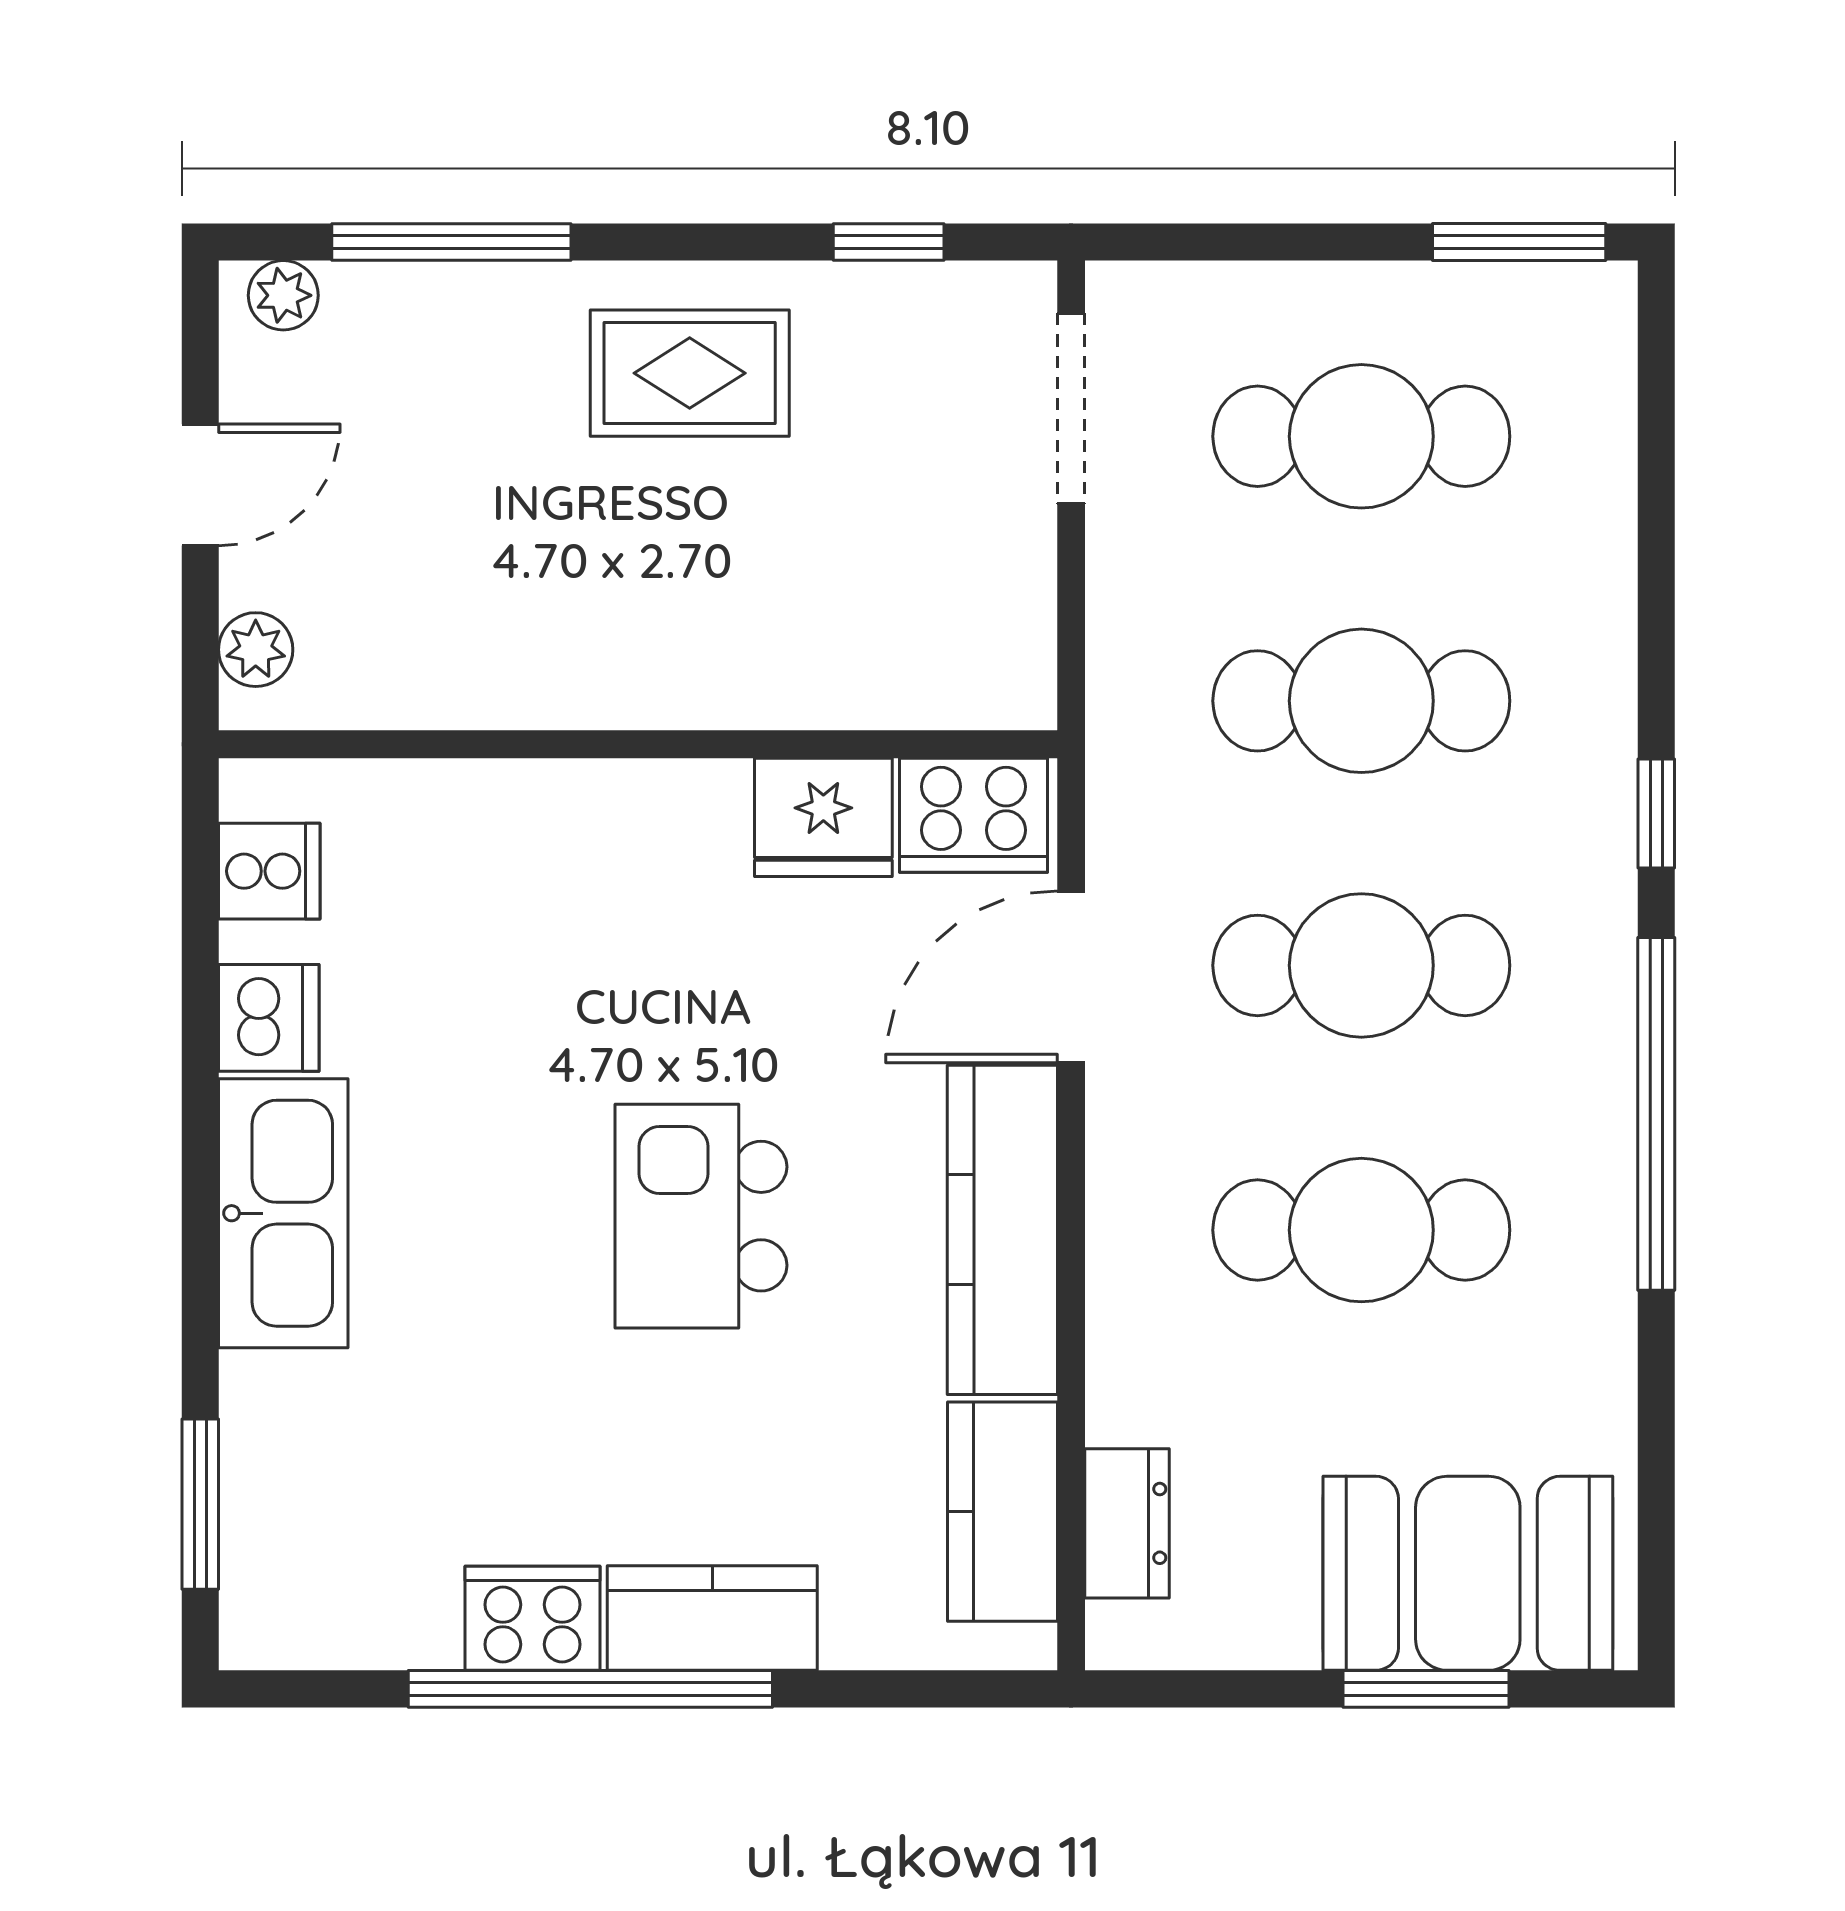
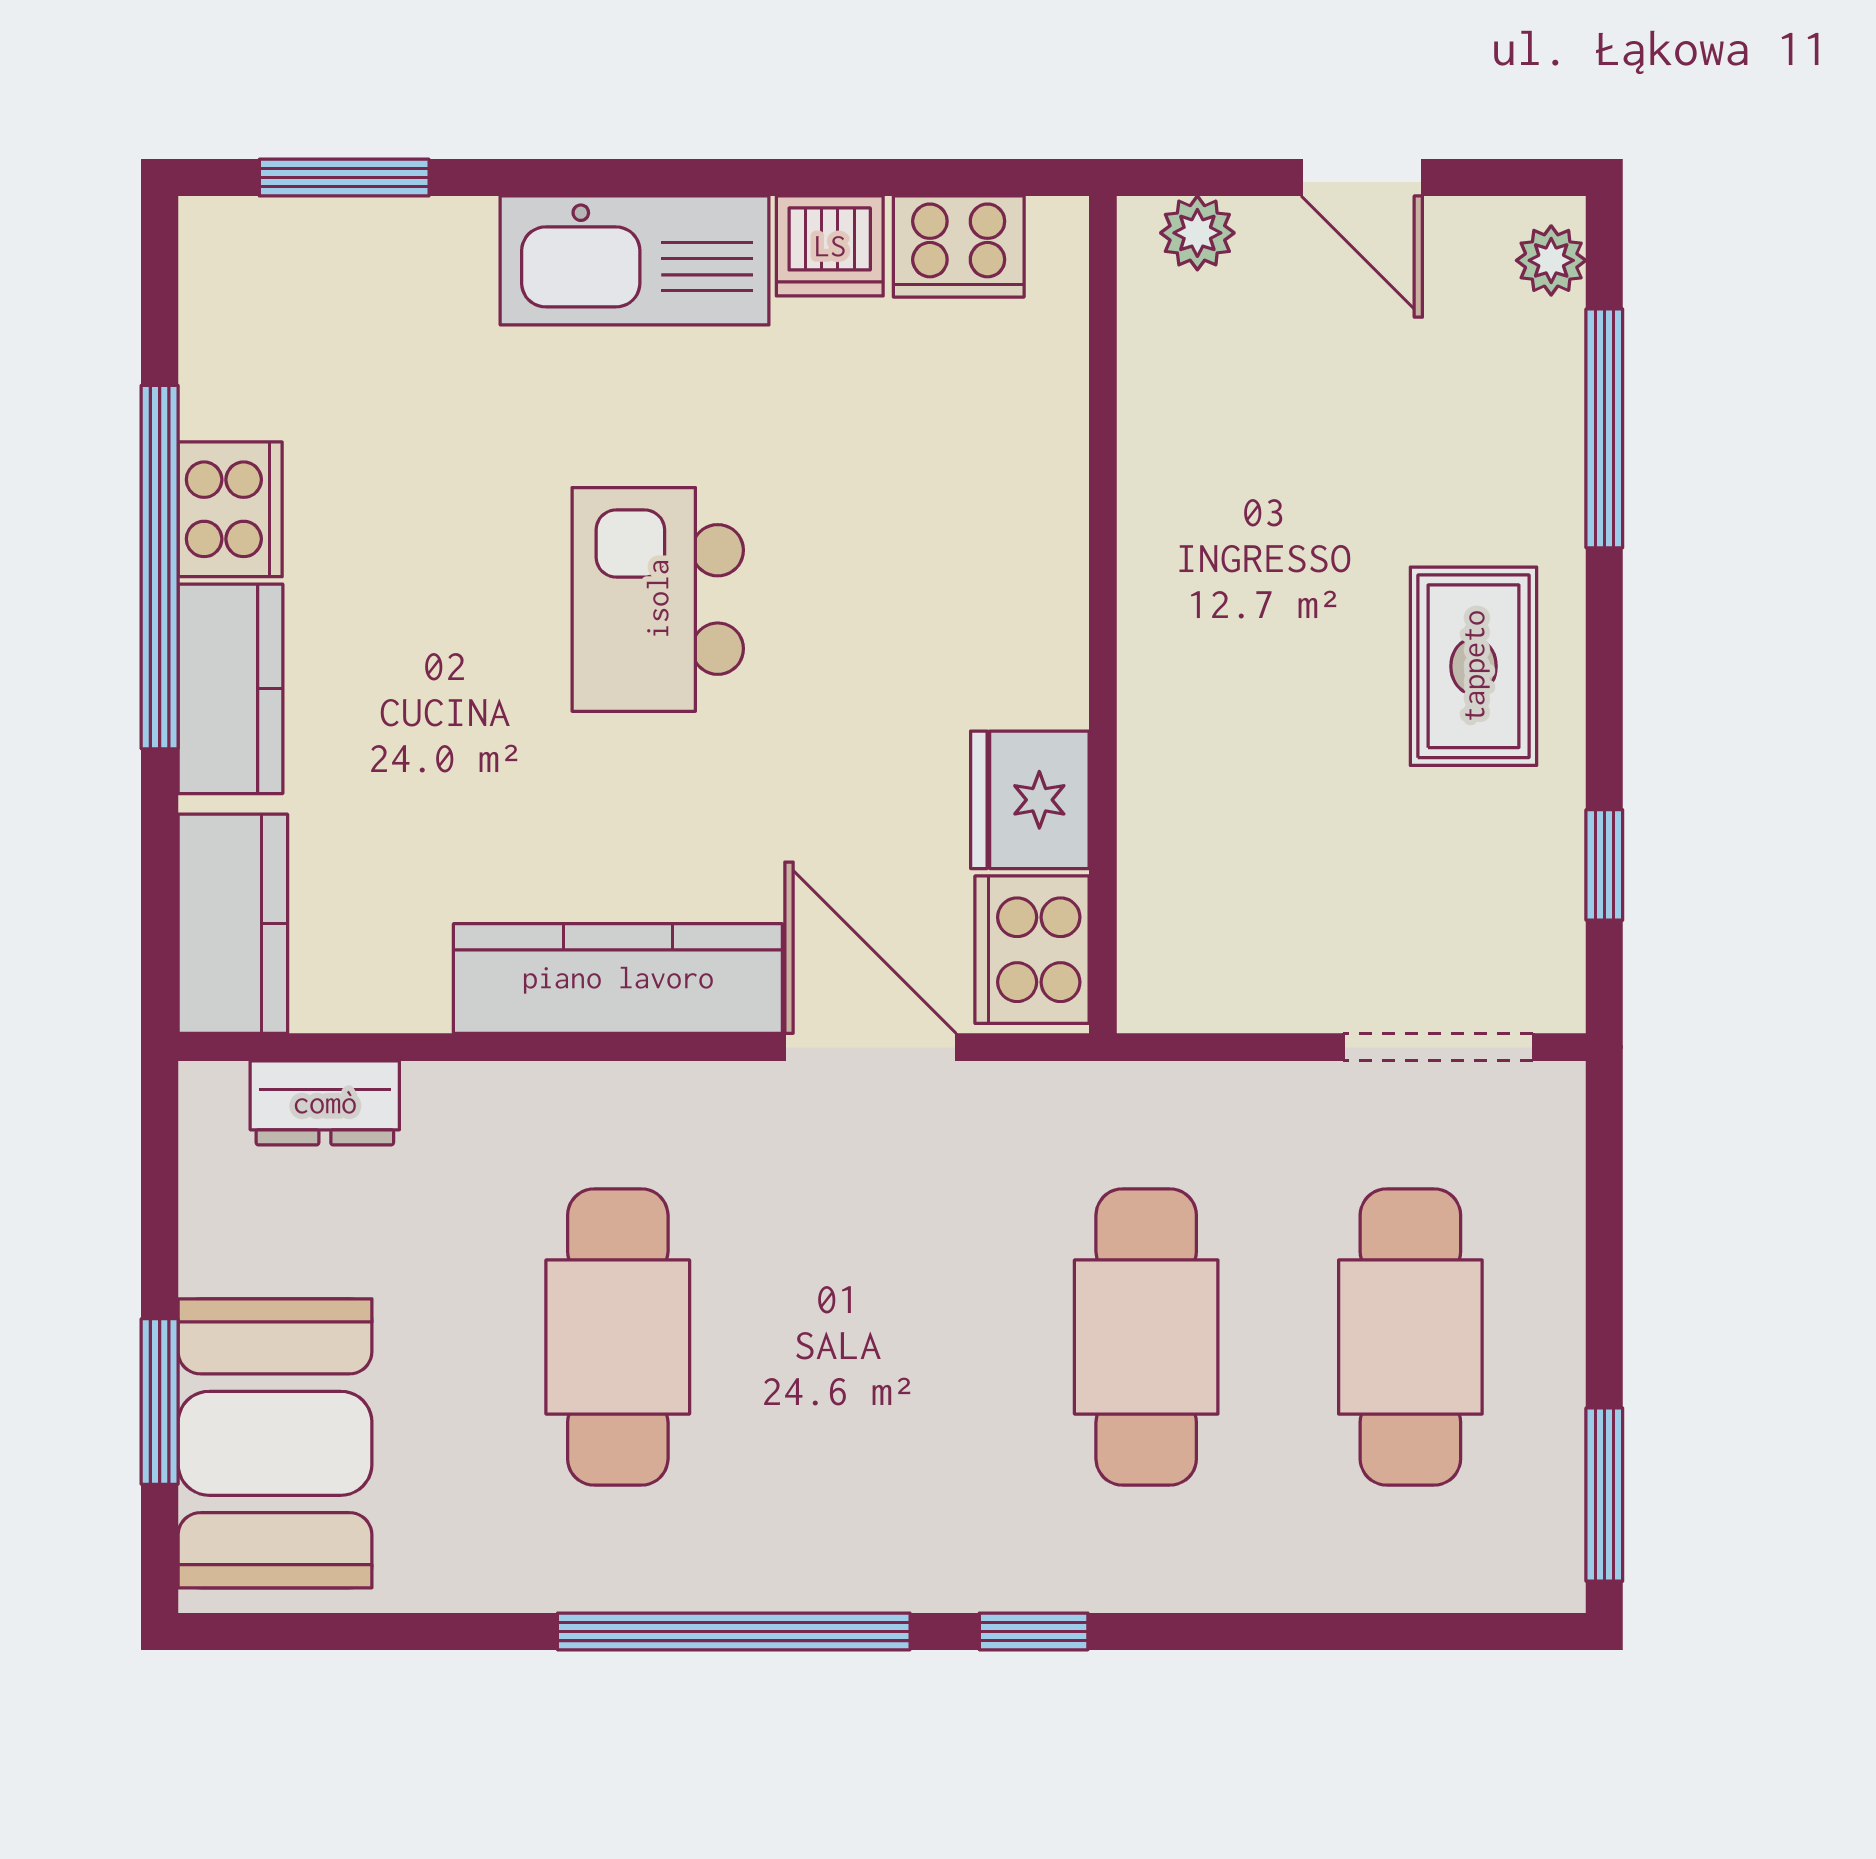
cooker: (269, 871) -> (959, 246), width x1.36
cafe table: (1361, 965) -> (882, 1337), removed
kitchen island: (701, 1216) -> (658, 599), moved, turned -90
kitchen counter: (1002, 1512) -> (233, 924), moved, turned 90

